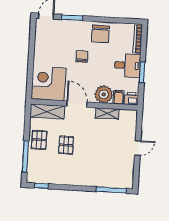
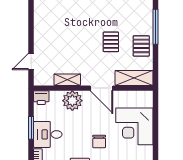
corner desk: (48, 84) -> (134, 126), moved, turned 90
filing cabinet: (118, 97) -> (56, 98), removed
door: (138, 148) -> (31, 62), moved

